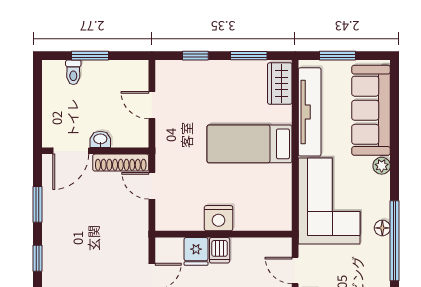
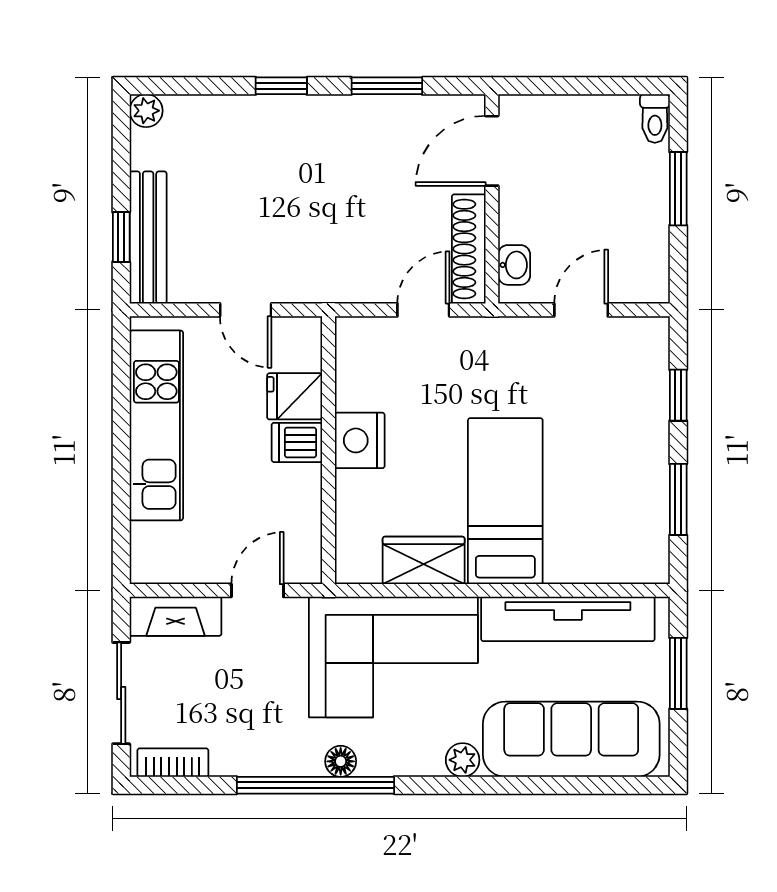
toilet: (73, 72) -> (655, 118), moved, turned -90
wardrobe: (280, 83) -> (424, 560), moved
washbasin: (100, 139) -> (514, 265), moved
door: (71, 151) -> (492, 151), hinge flipped

